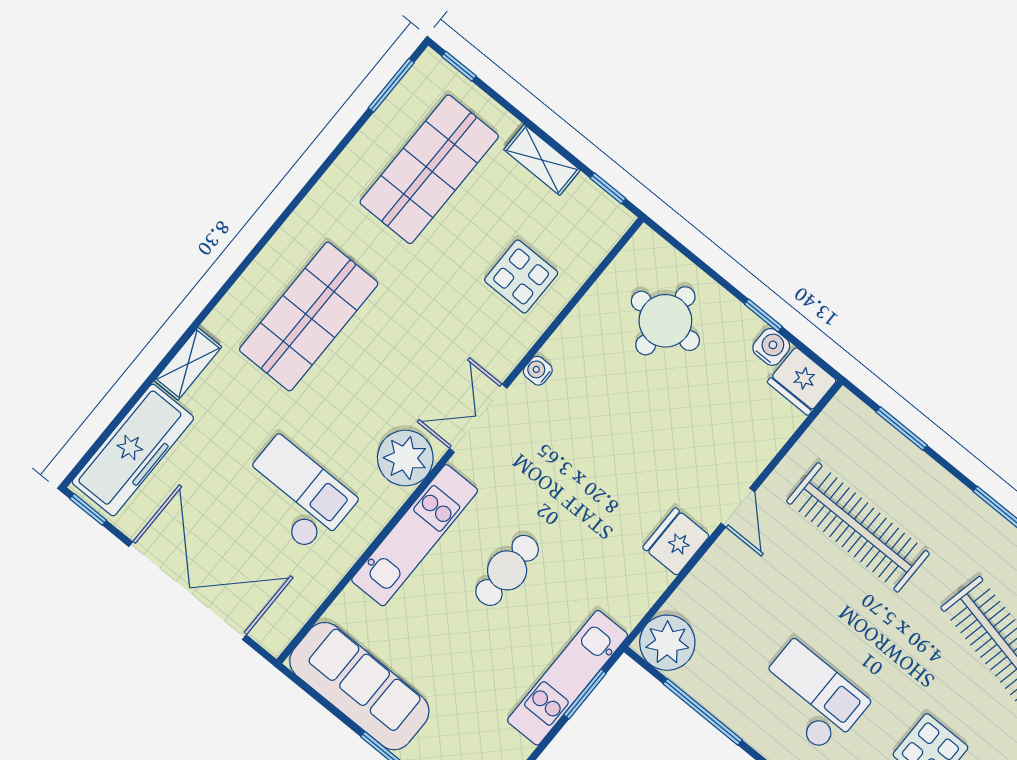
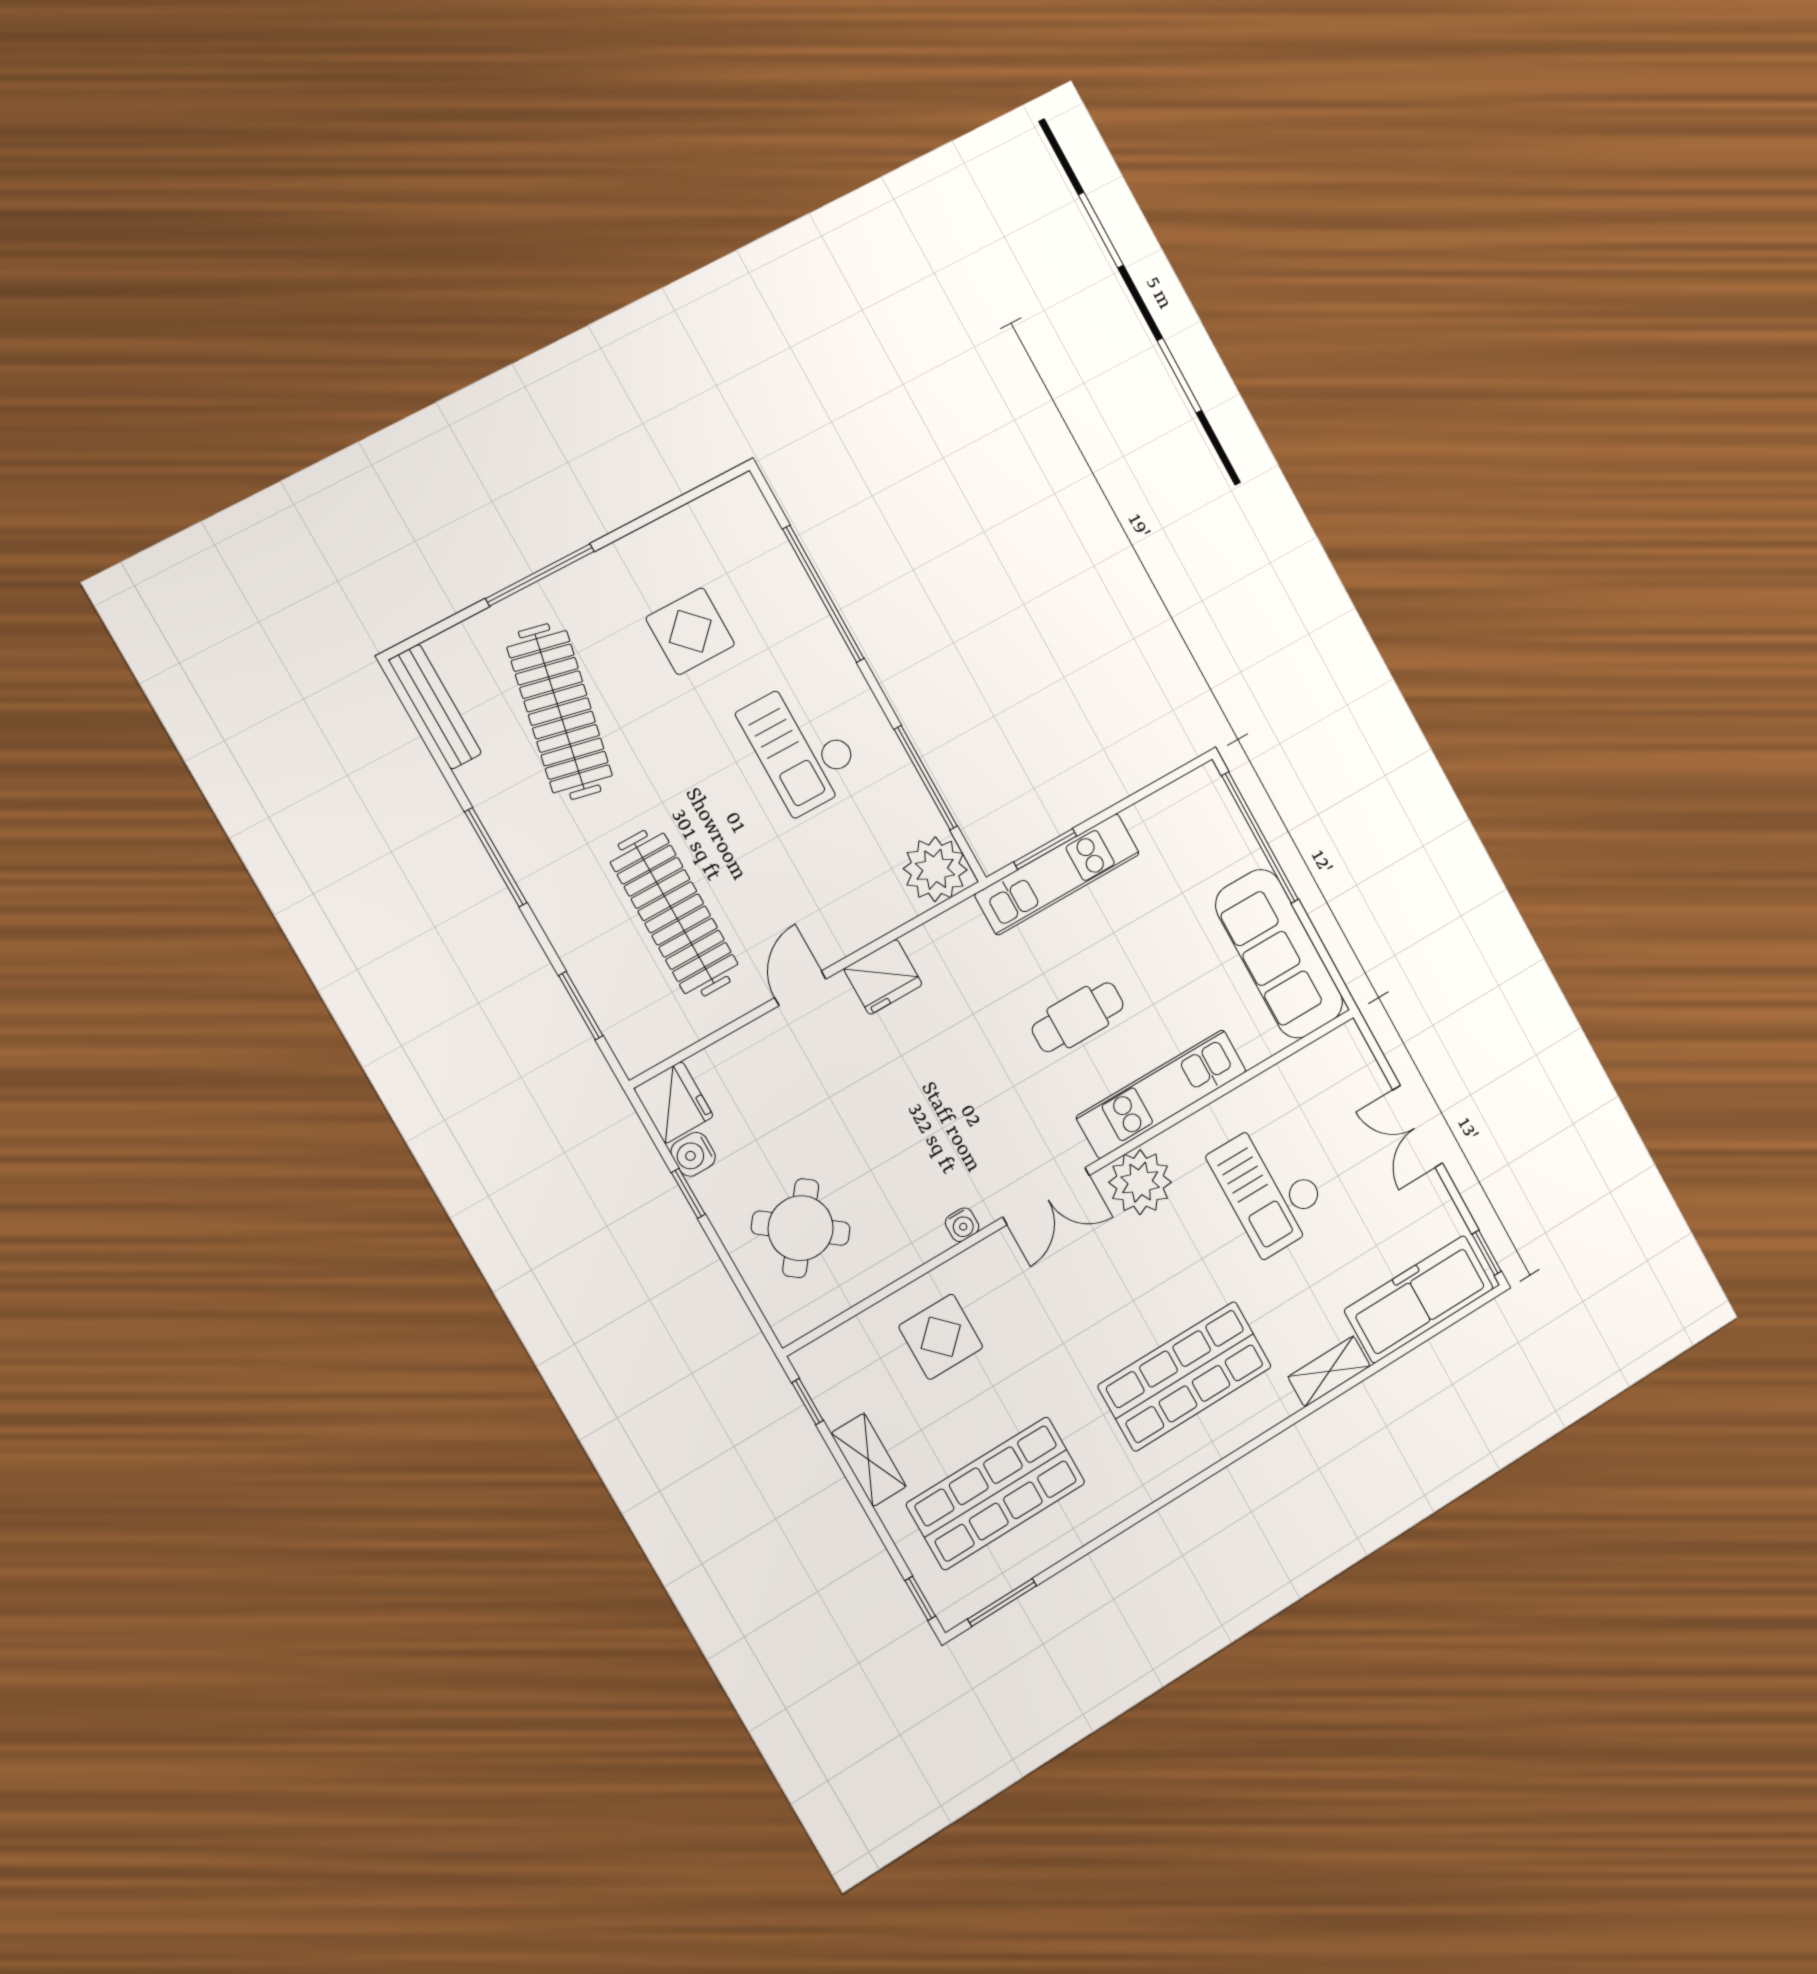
round table: (665, 321) -> (801, 1228), turned 38
double door: (188, 591) -> (1418, 1127), width x0.54

